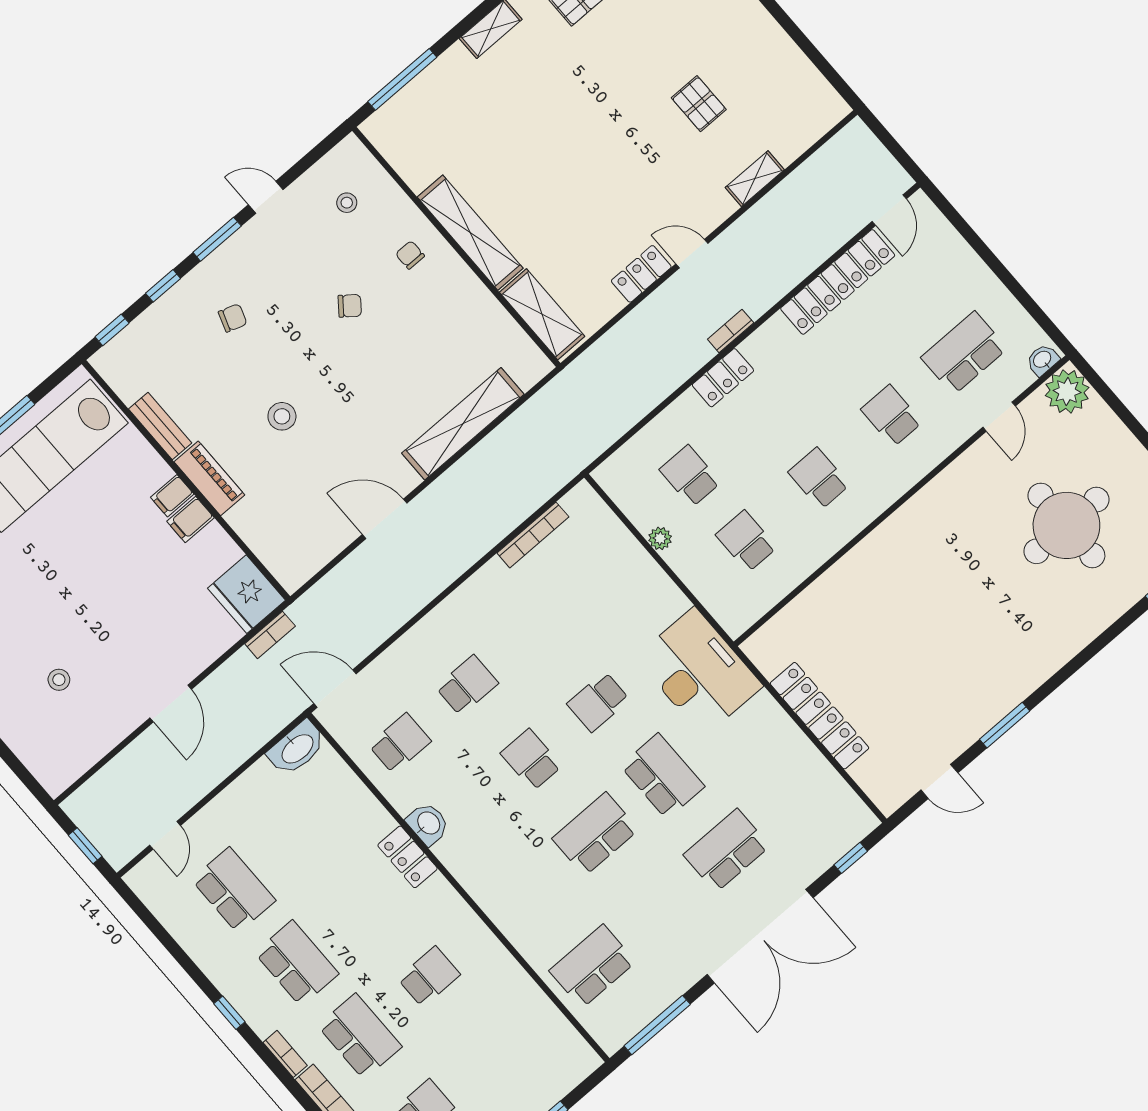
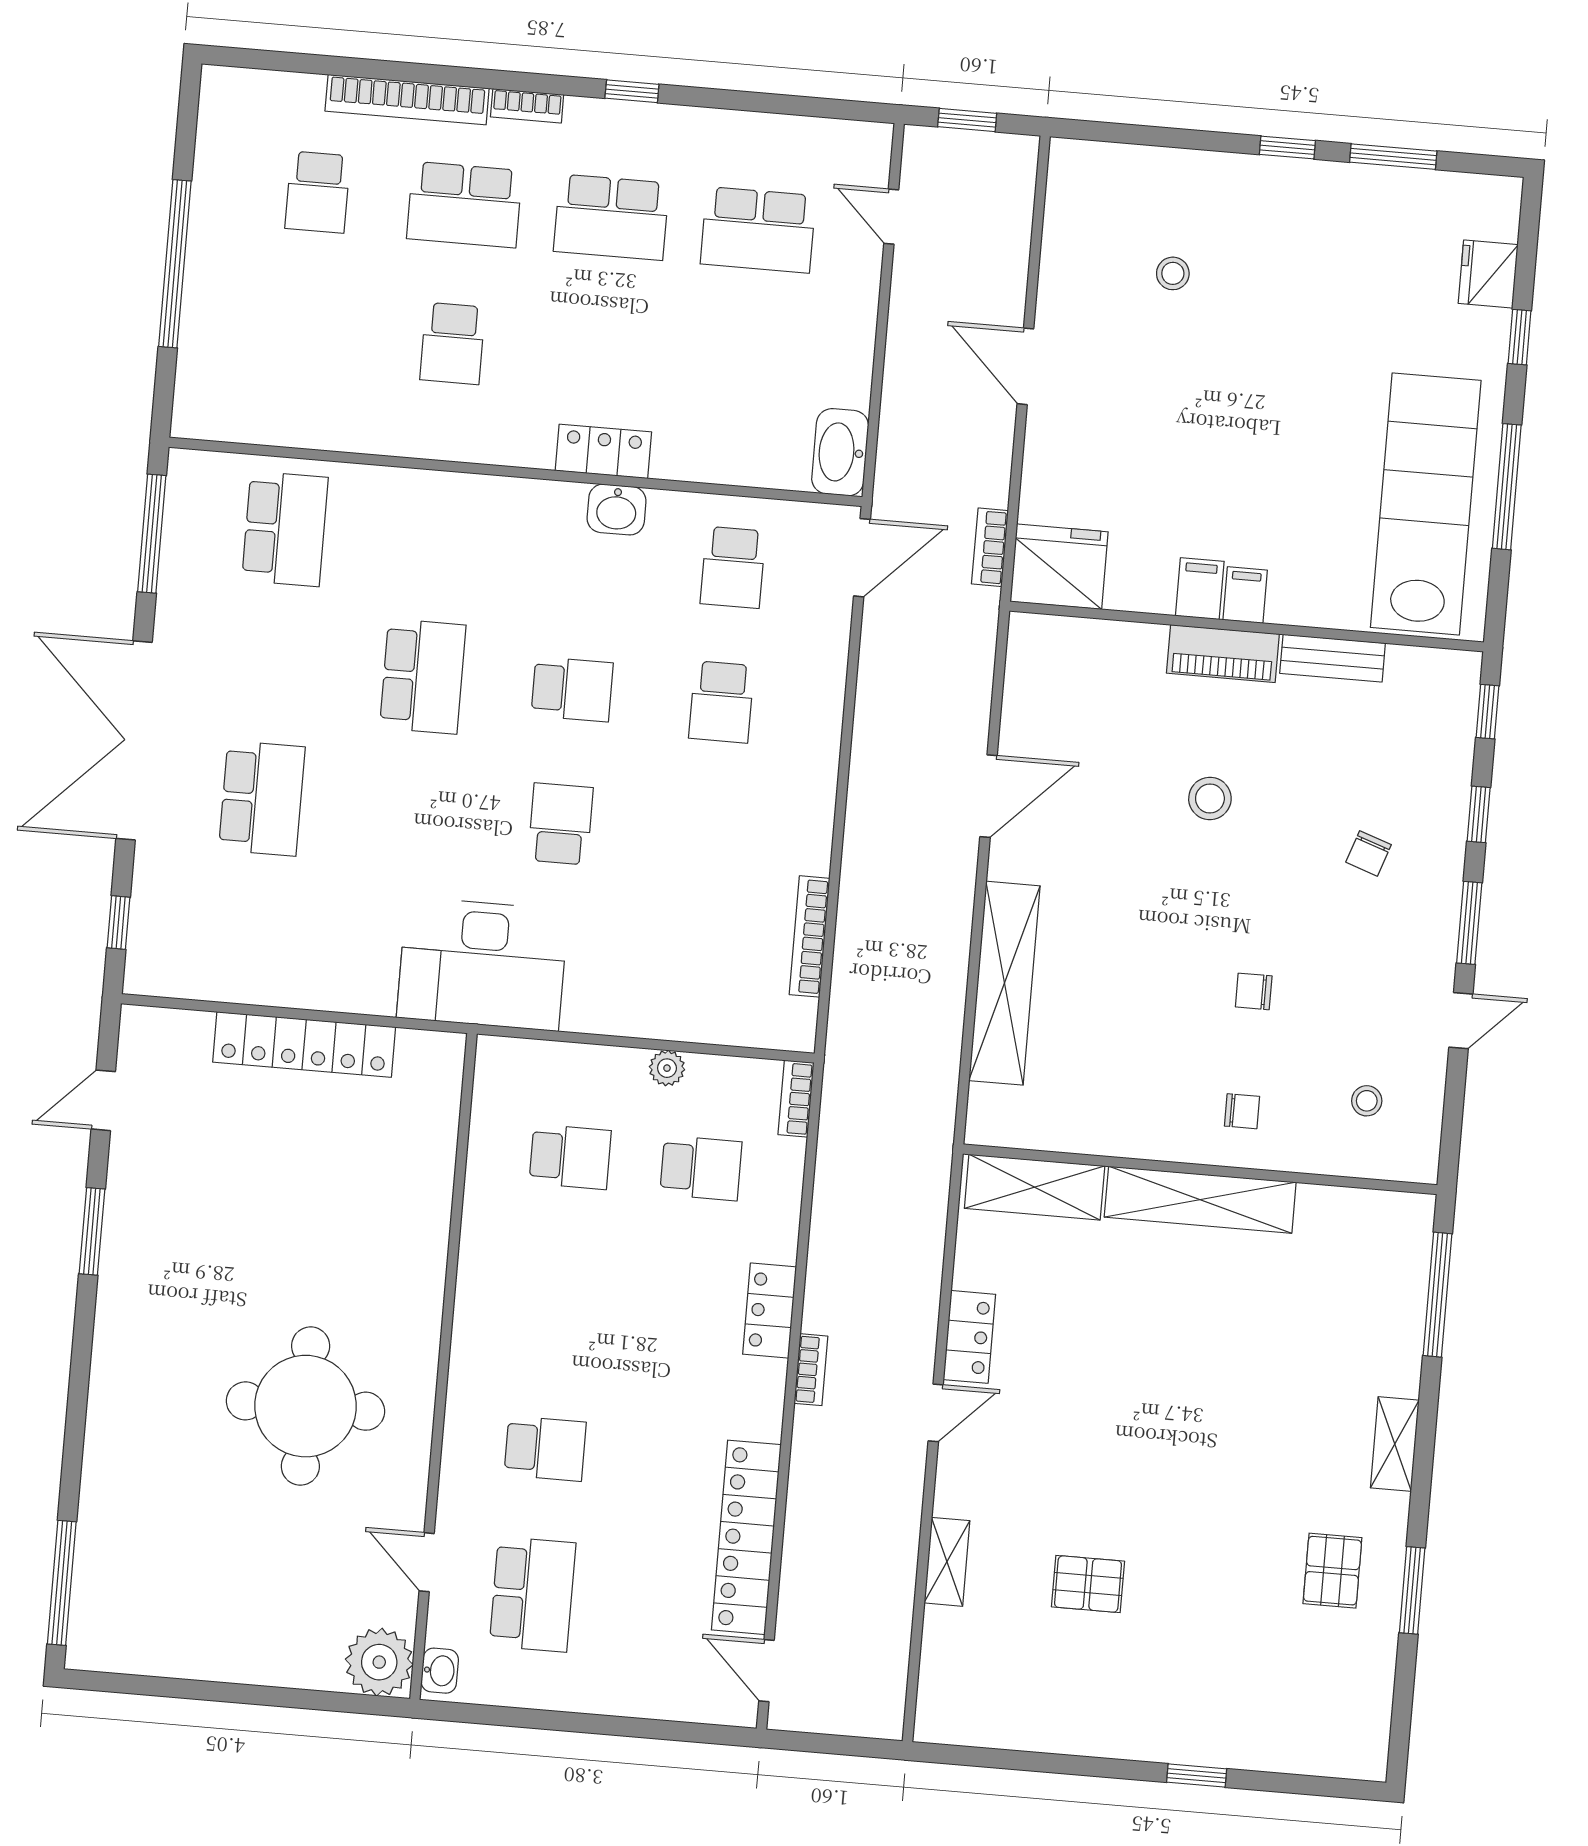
chair: (350, 306) -> (1254, 991), turned 52
bookcase: (614, 465) -> (796, 1099), added
school desk: (819, 478) -> (558, 1303), removed
round table: (1066, 525) -> (305, 1406), moved
school desk: (662, 776) -> (411, 811), removed

